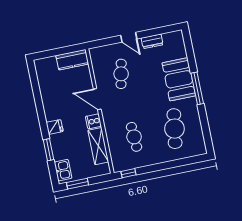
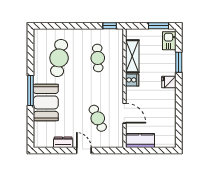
cafe table: (121, 74) -> (98, 118), turned -36
door: (97, 99) -> (124, 113), moved

